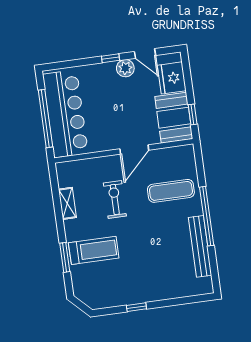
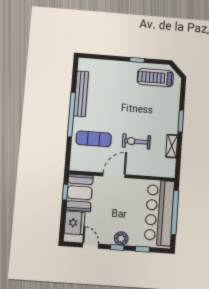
window: (78, 63) -> (142, 249), added
plant: (125, 68) -> (121, 238), moved
exercise bike: (115, 199) -> (136, 141), turned 90
treadmill: (94, 250) -> (155, 78), moved
window: (65, 257) -> (181, 121), moved

